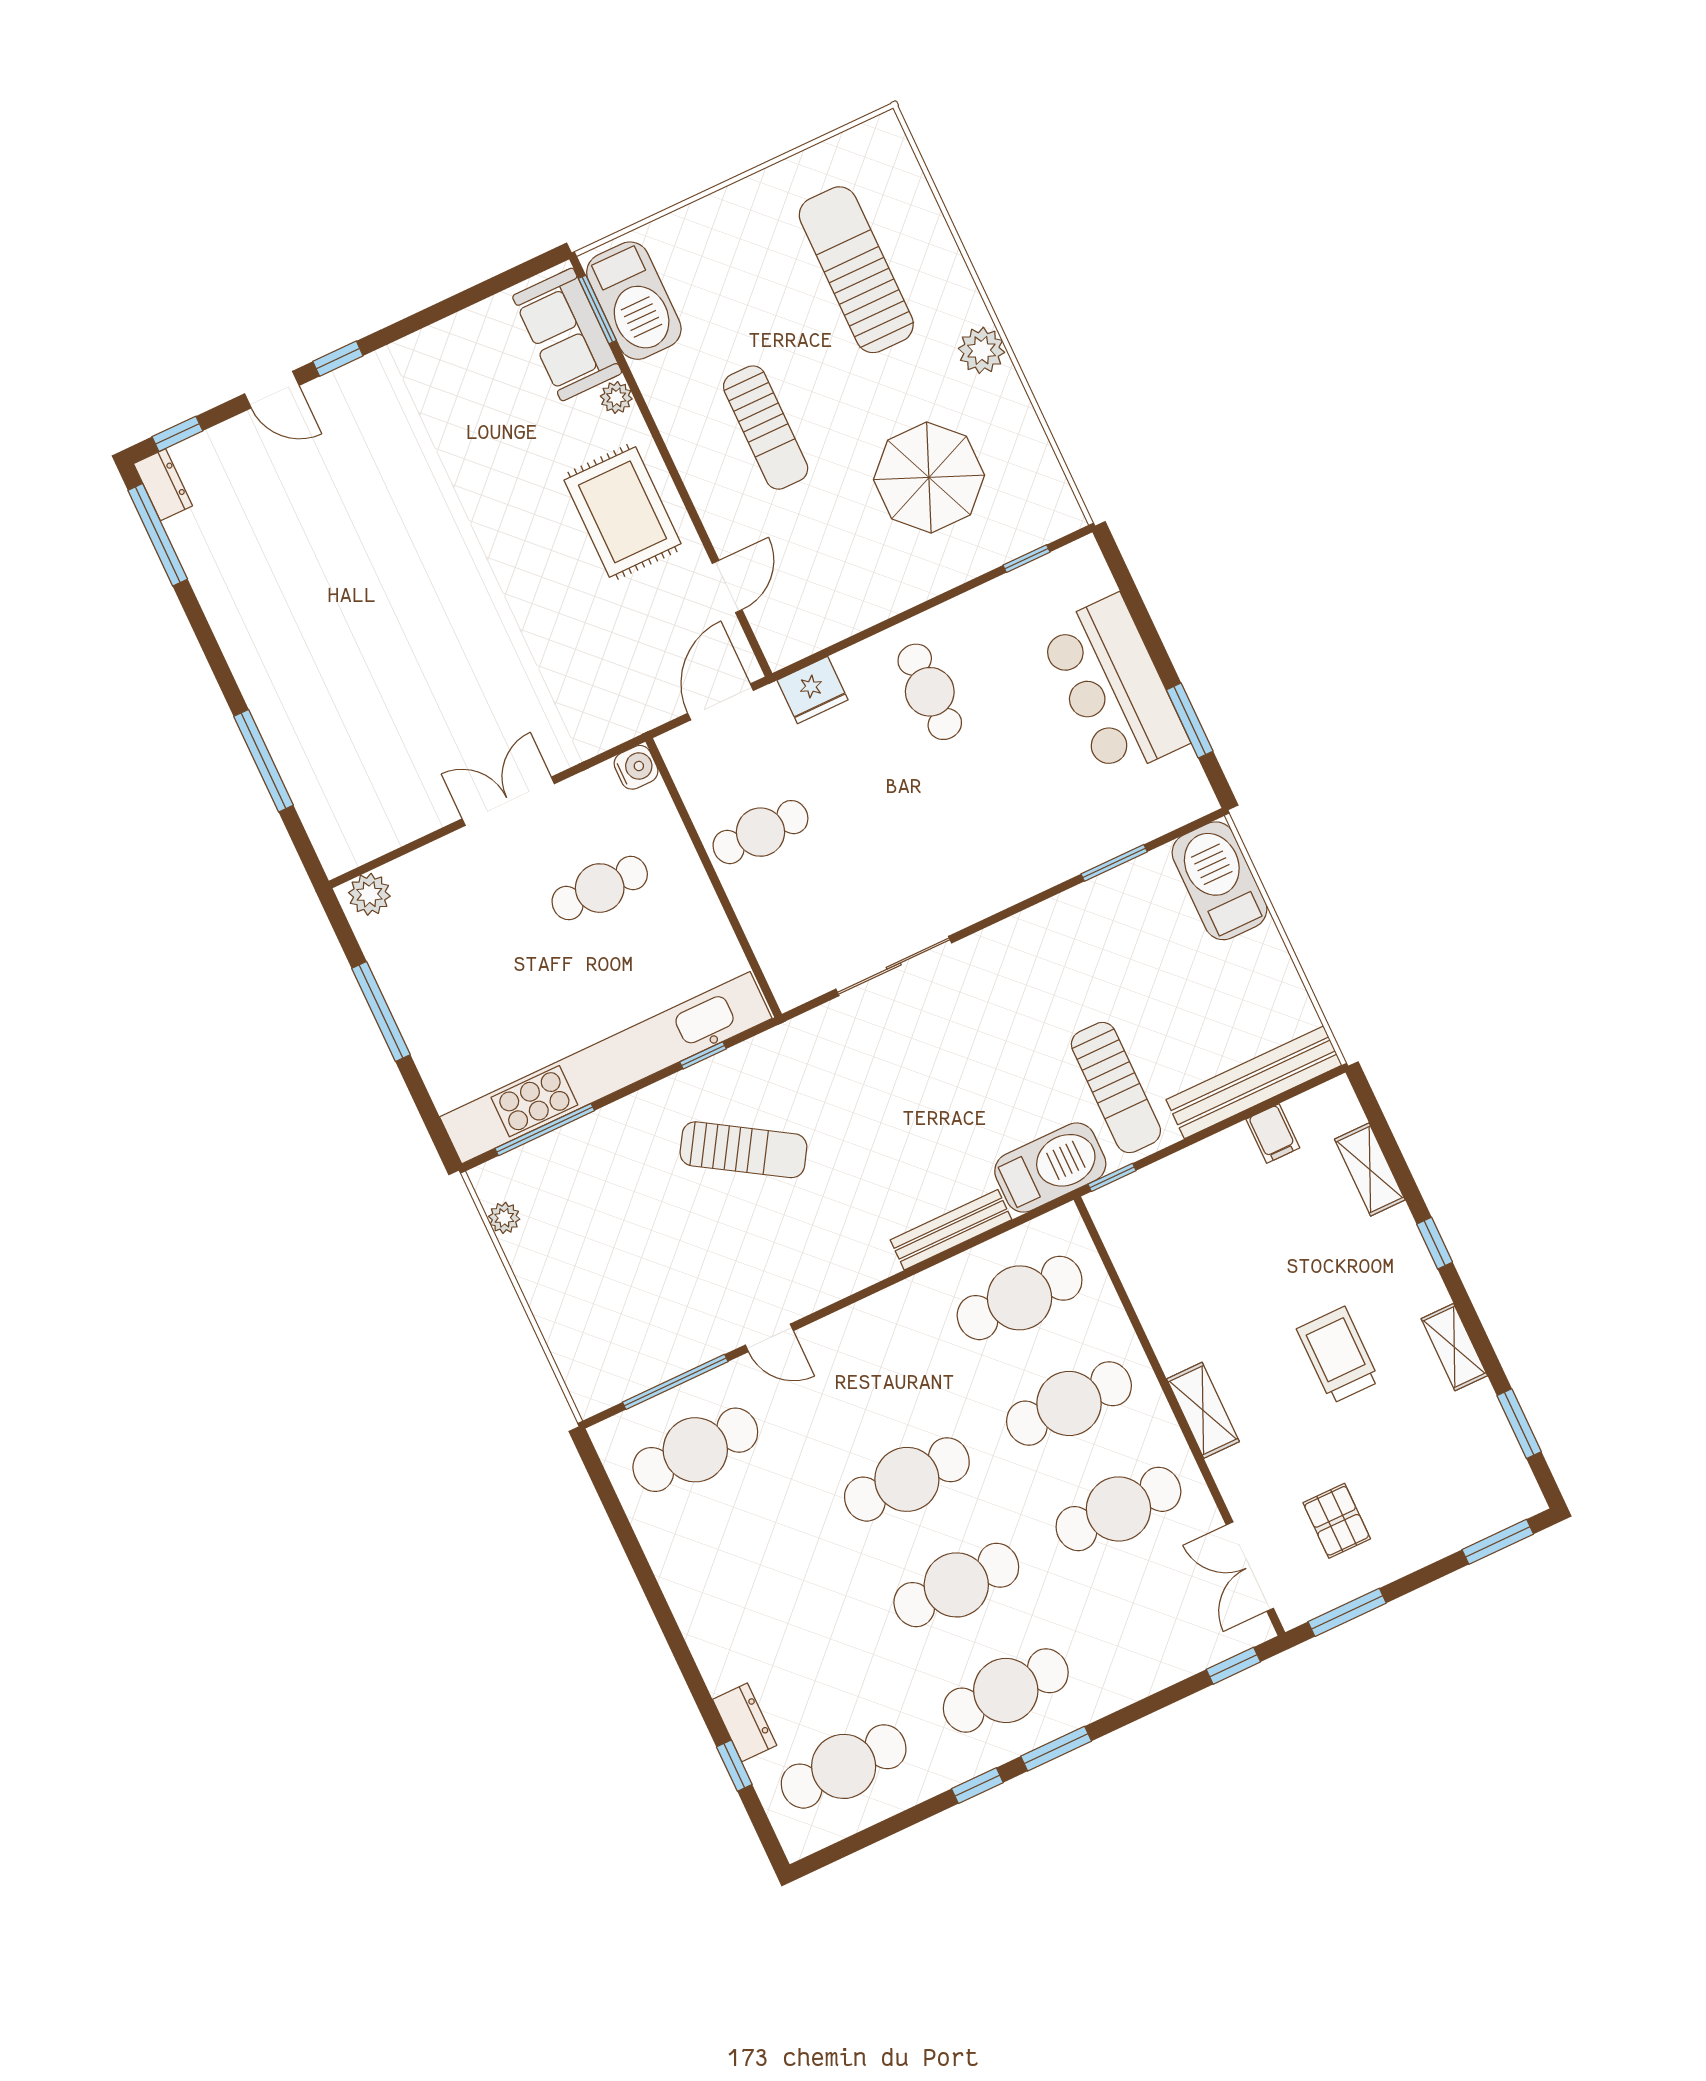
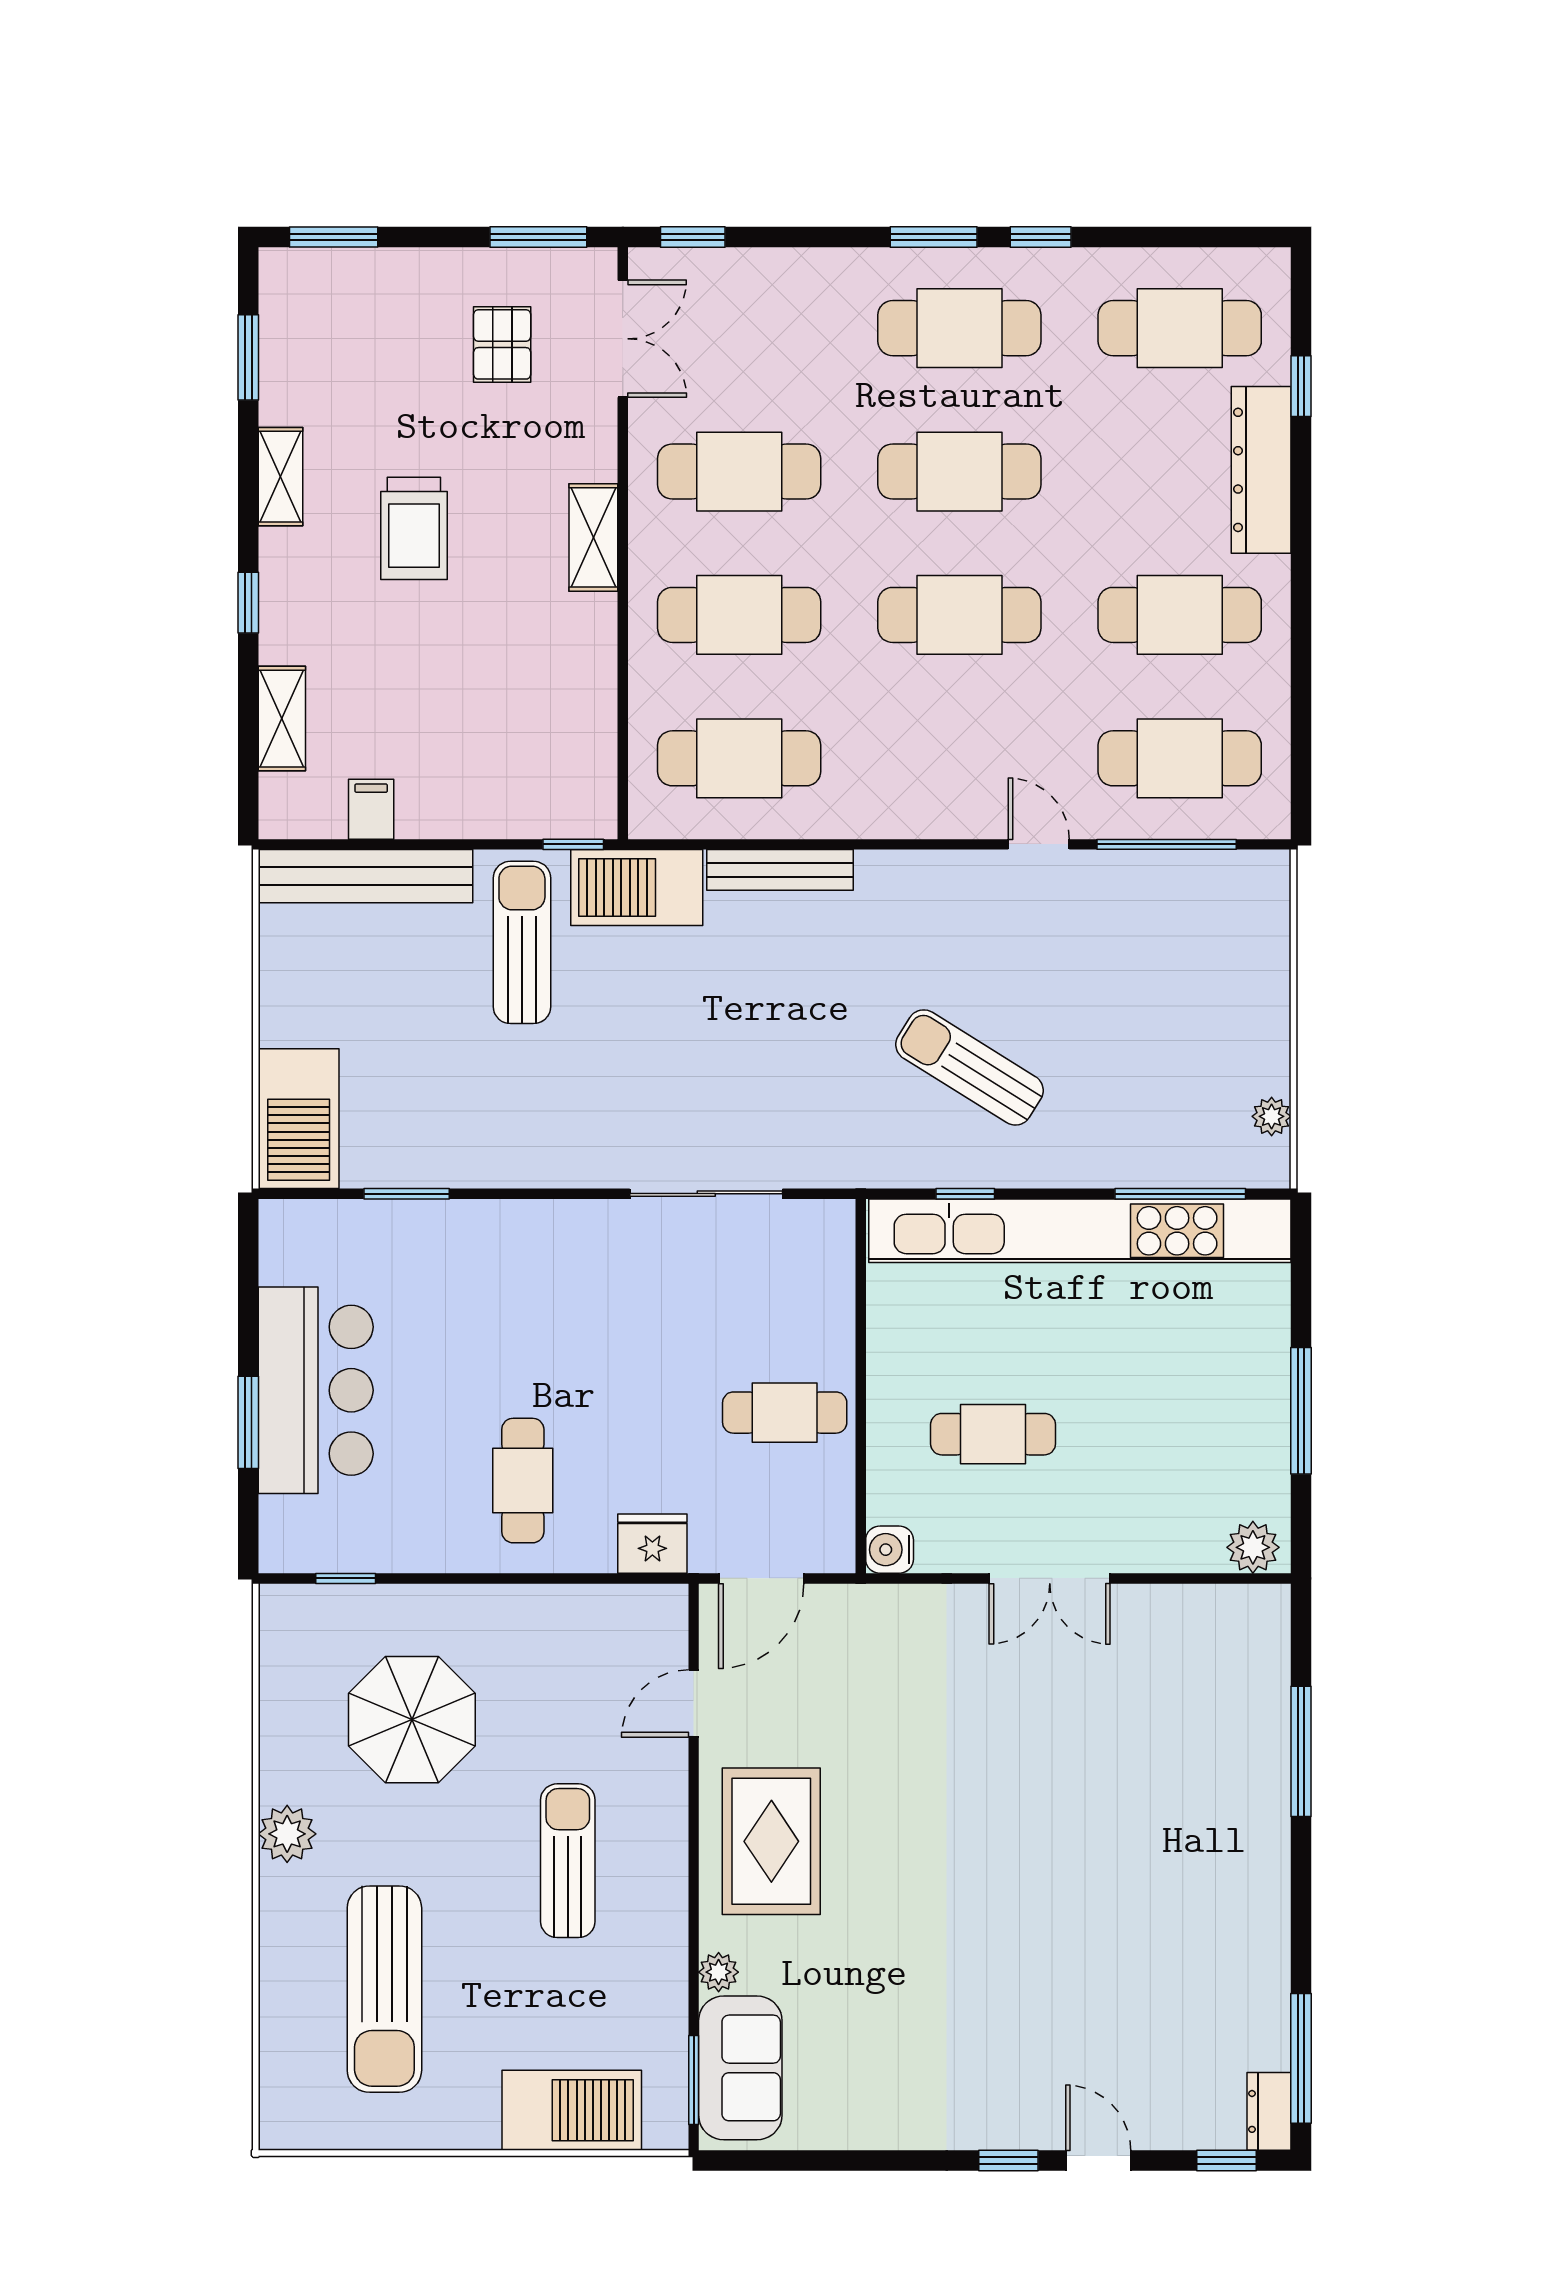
barbecue: (634, 301) -> (572, 2110), moved, turned 90
window: (1190, 720) -> (248, 1422), moved
cafe table: (745, 1555) -> (1180, 615), added
dresser: (745, 1722) -> (1261, 470), width x1.96, depth x1.24

